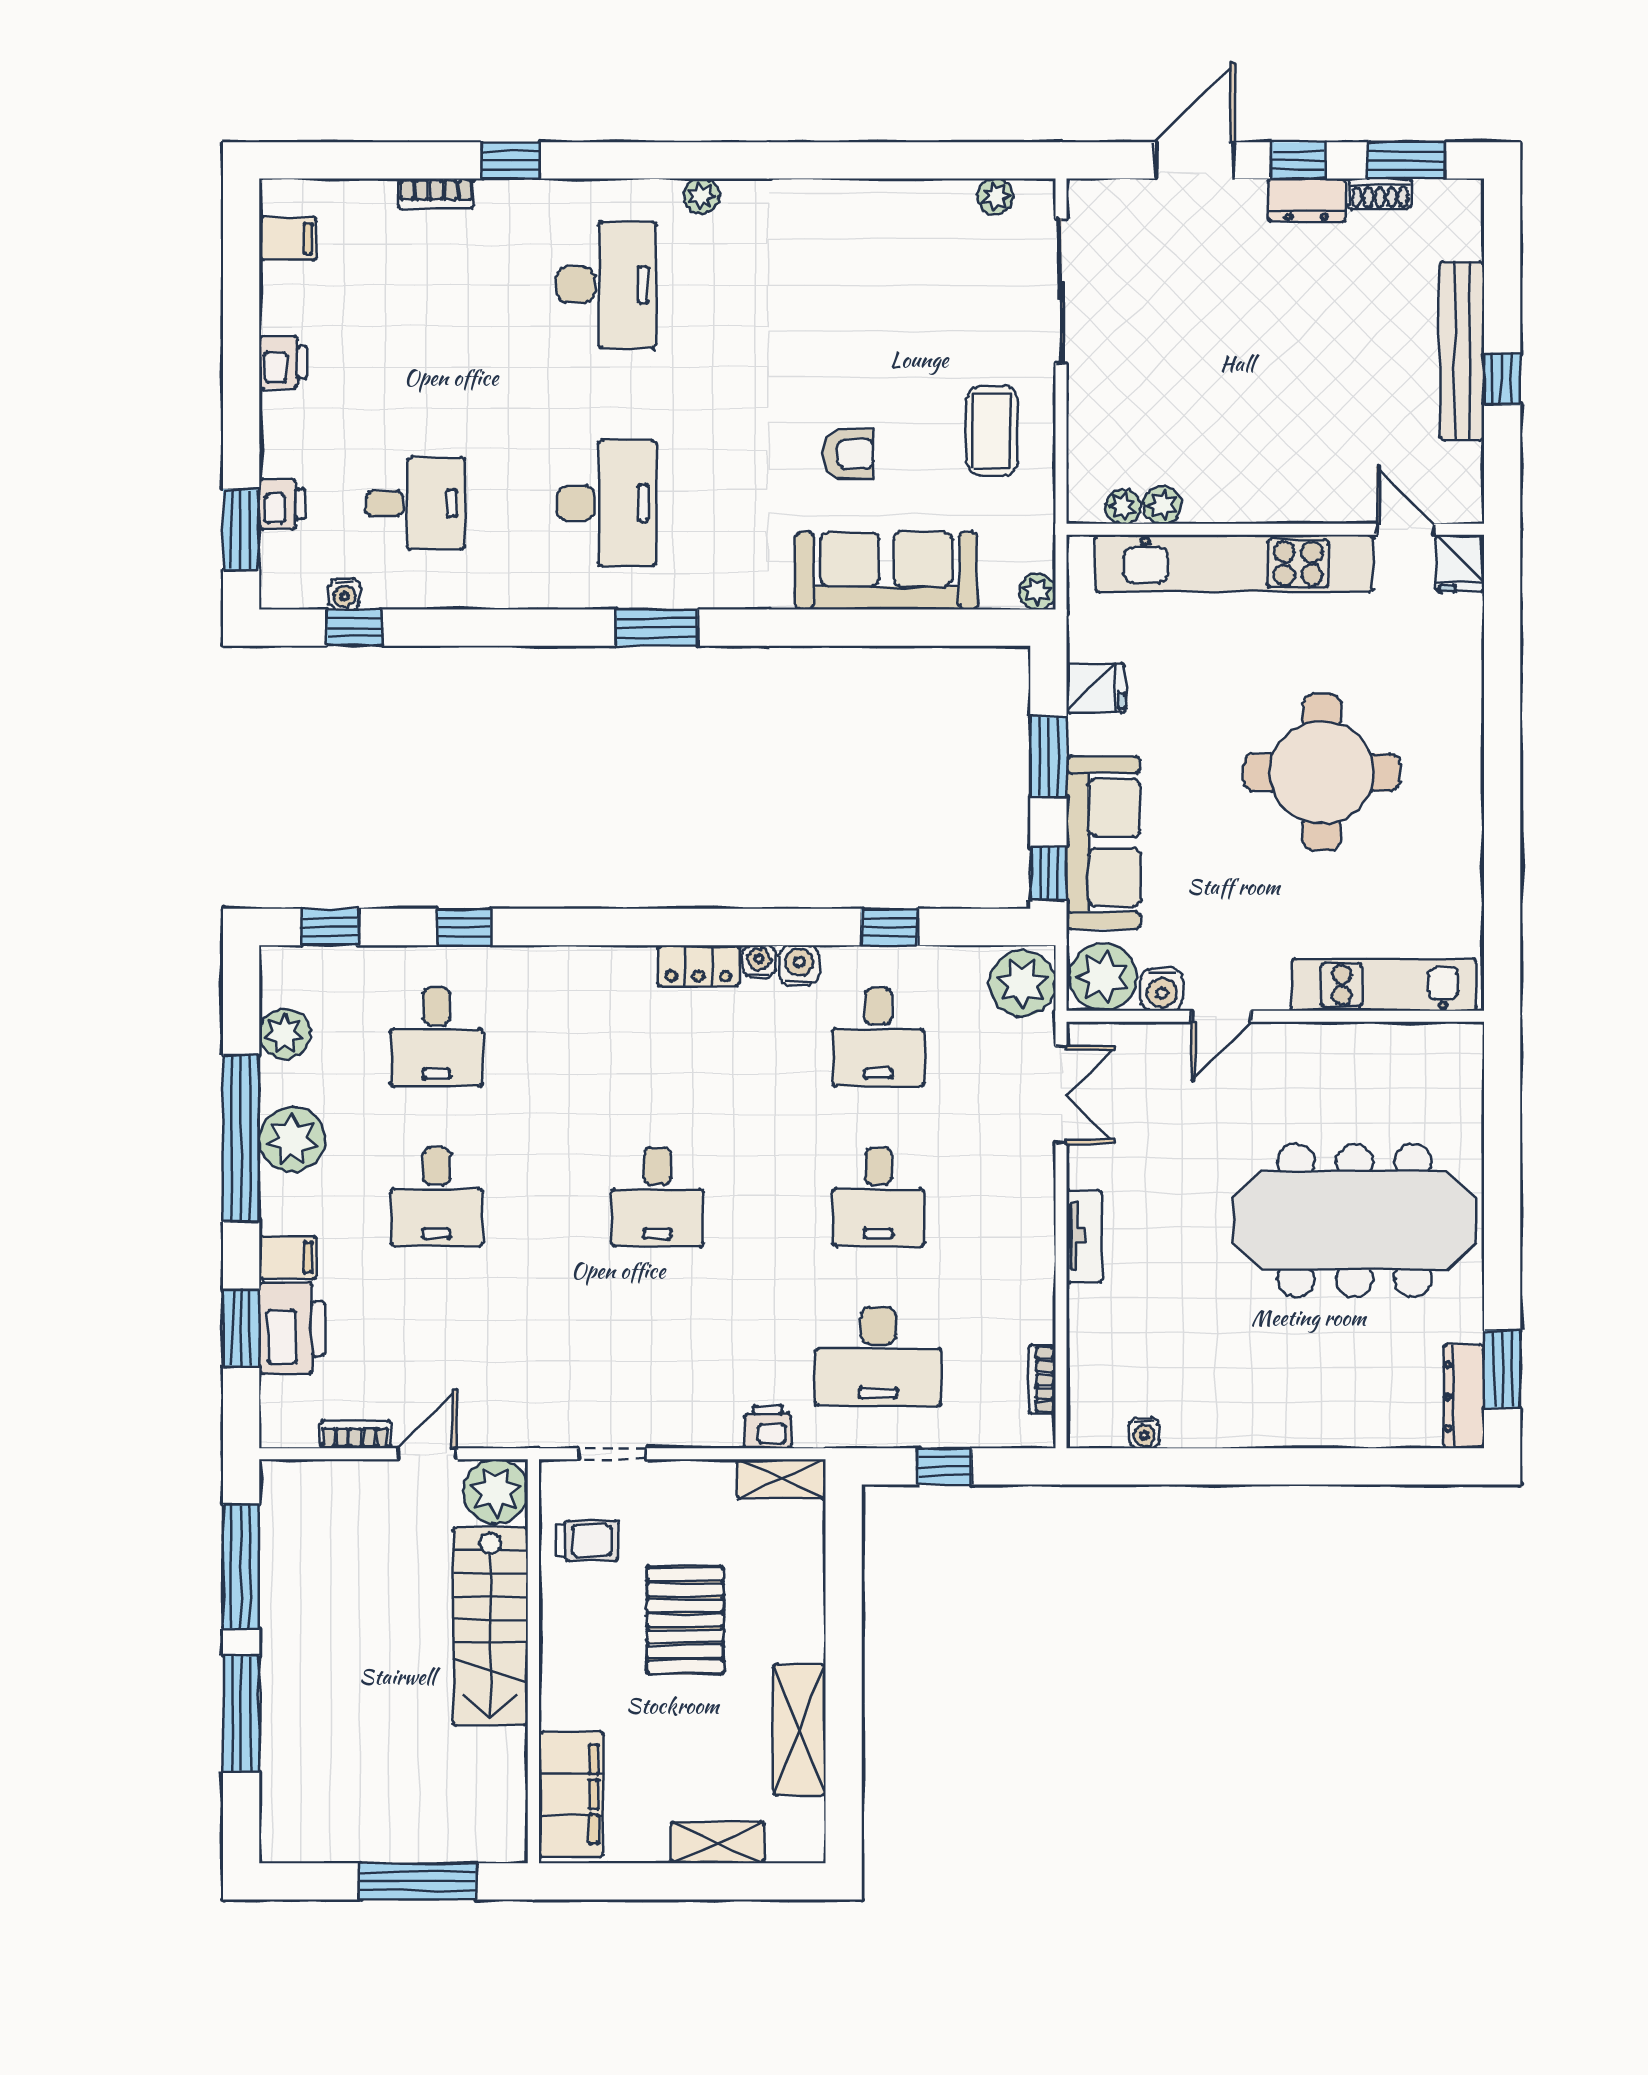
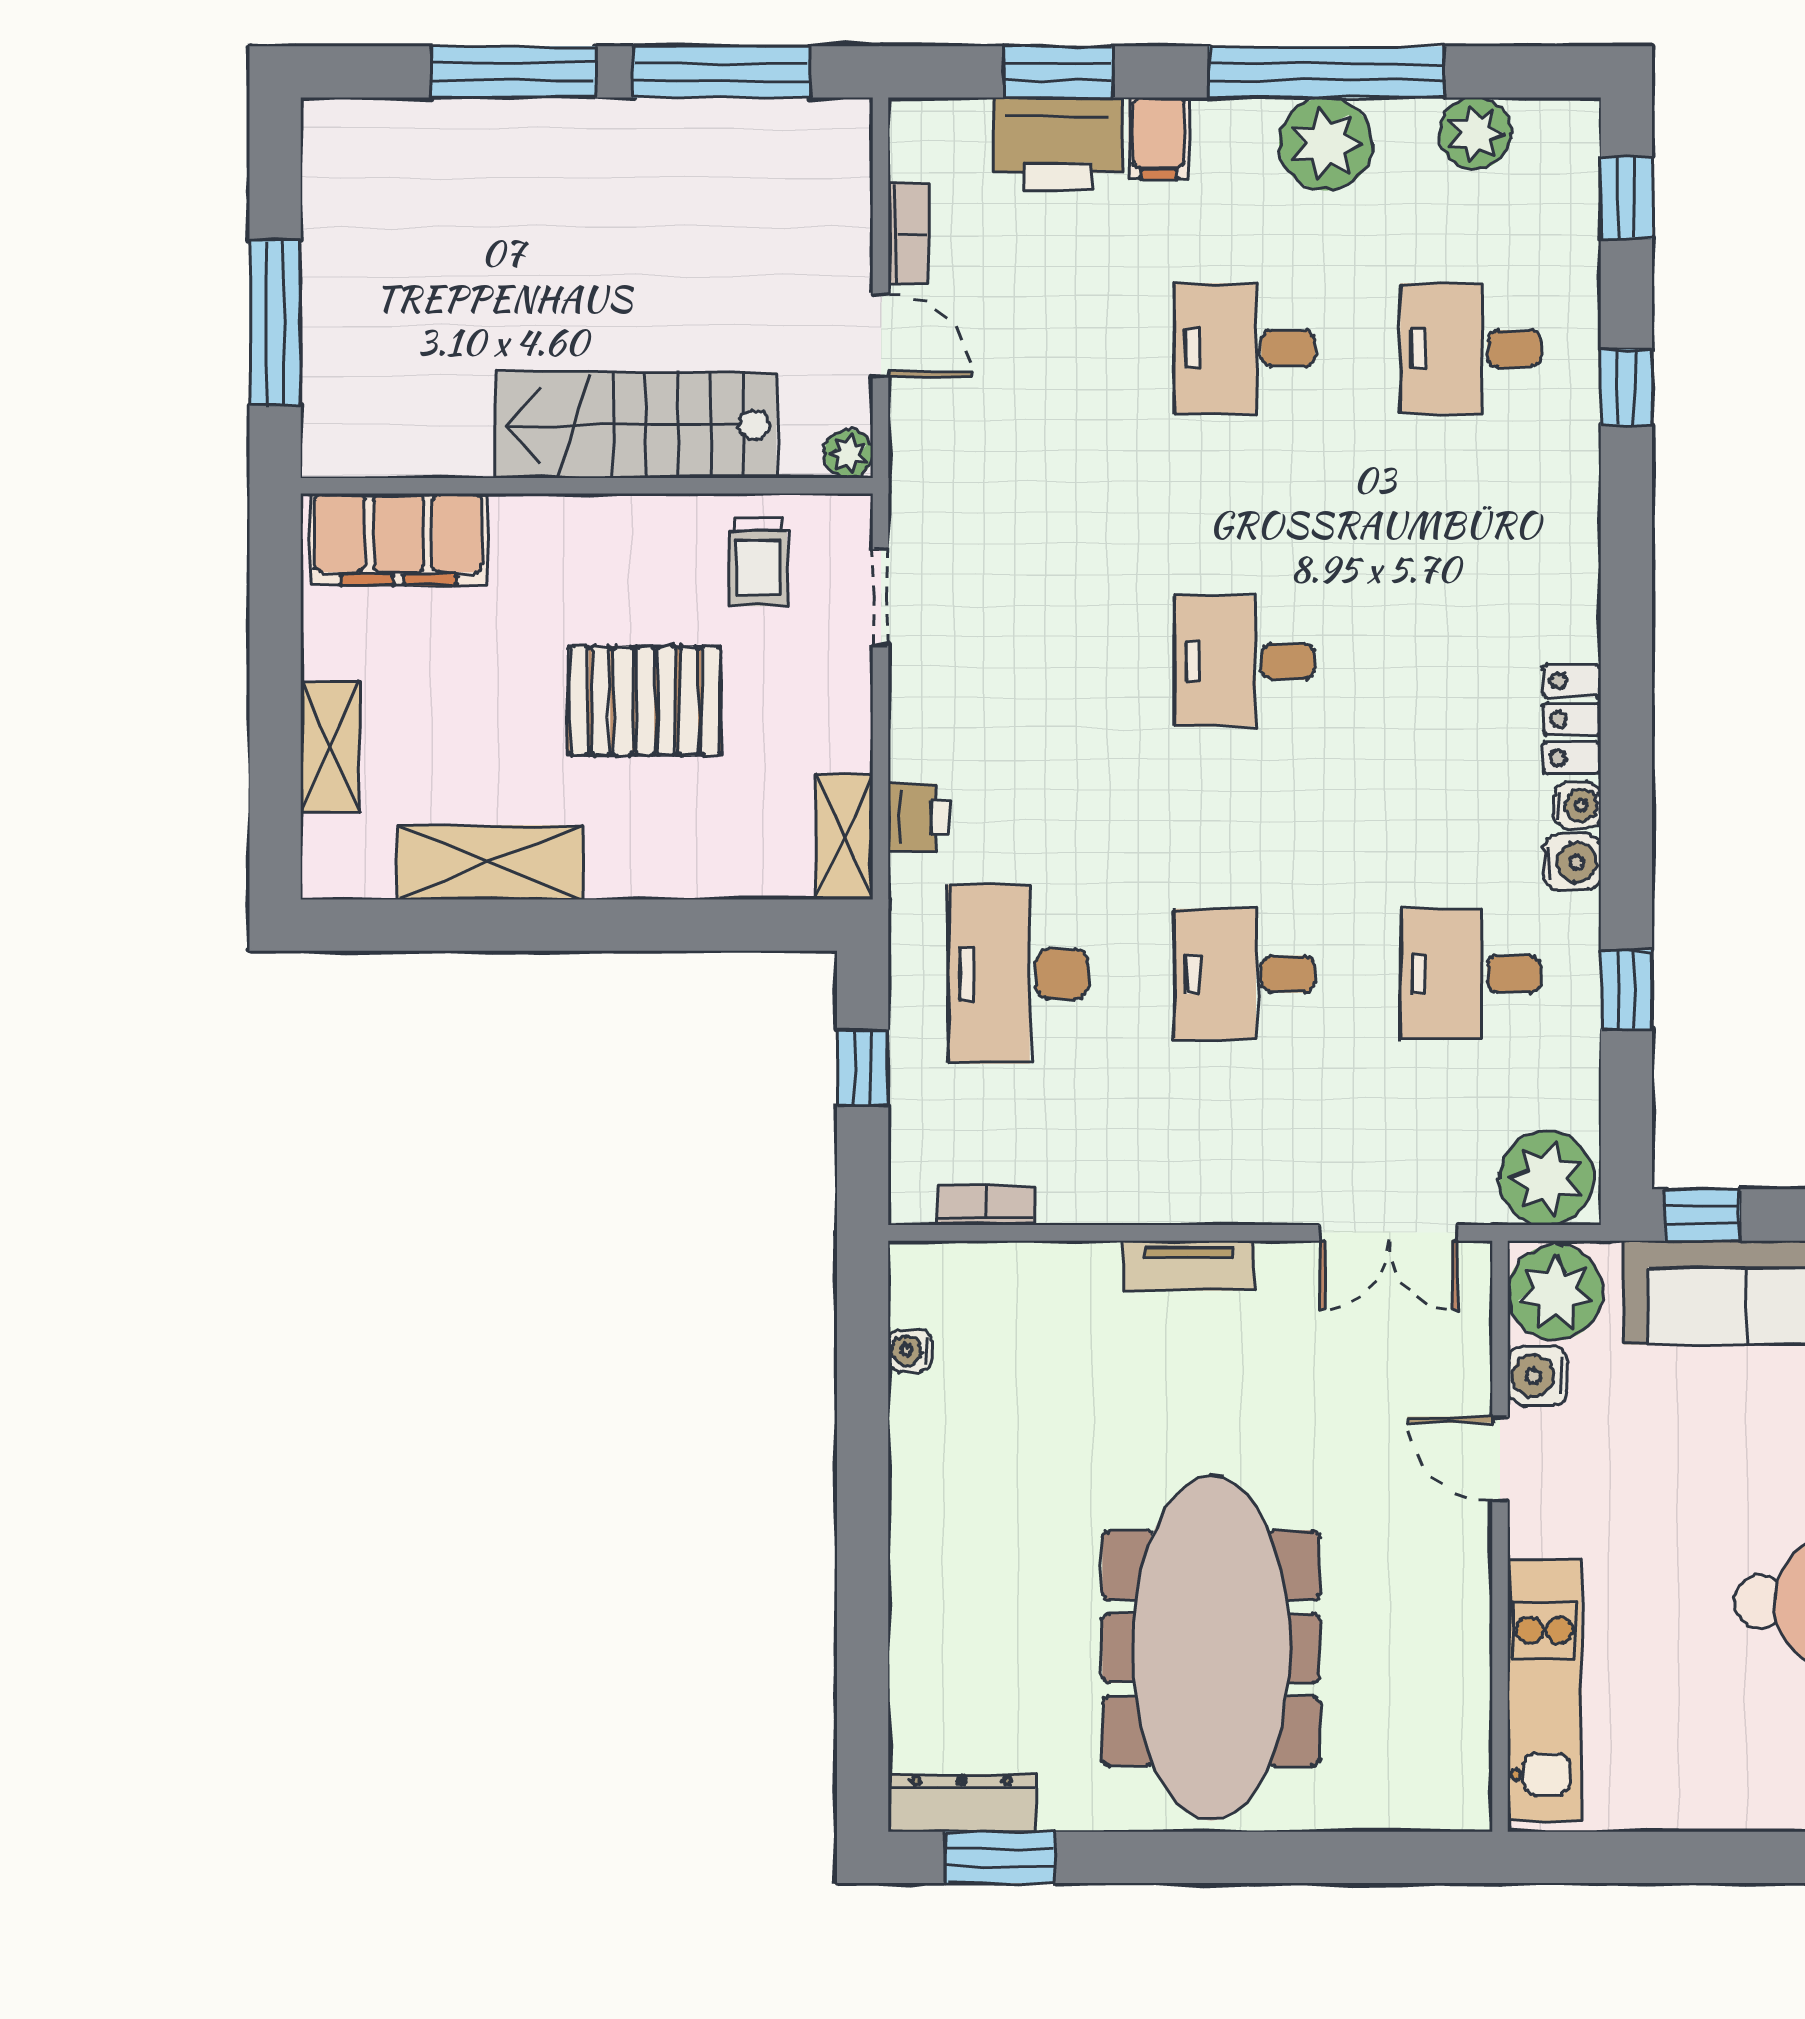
plant: (496, 1491) -> (849, 454), width x0.53, depth x0.53

